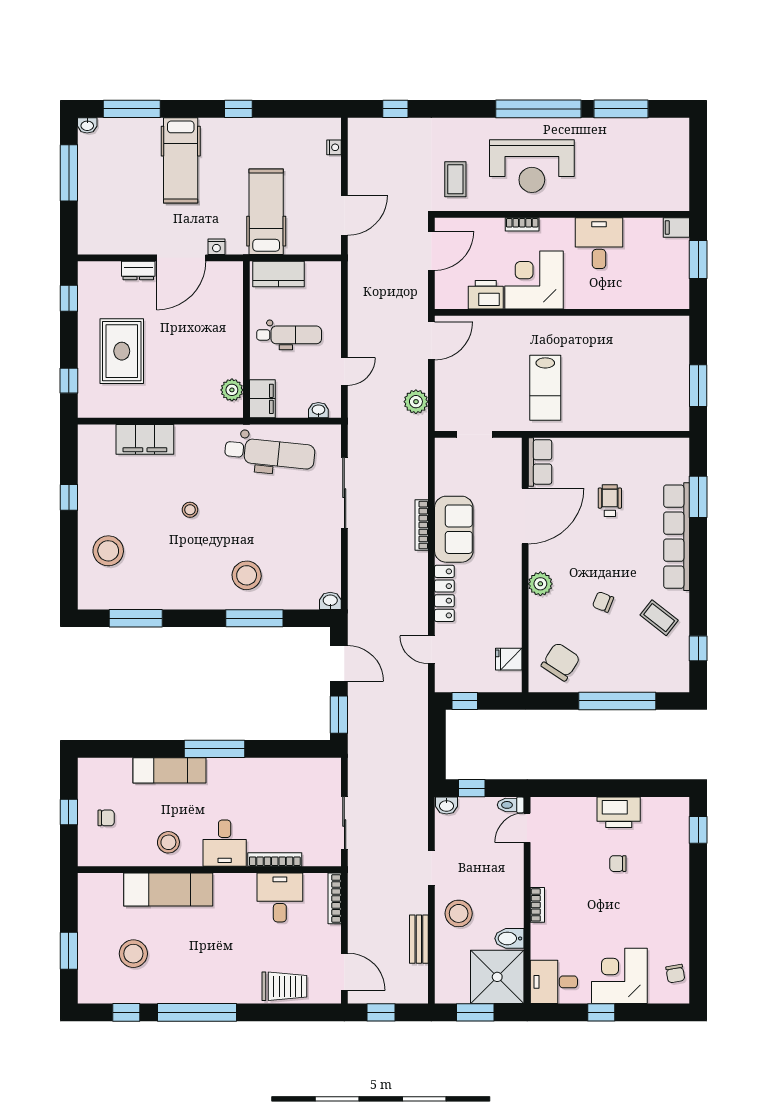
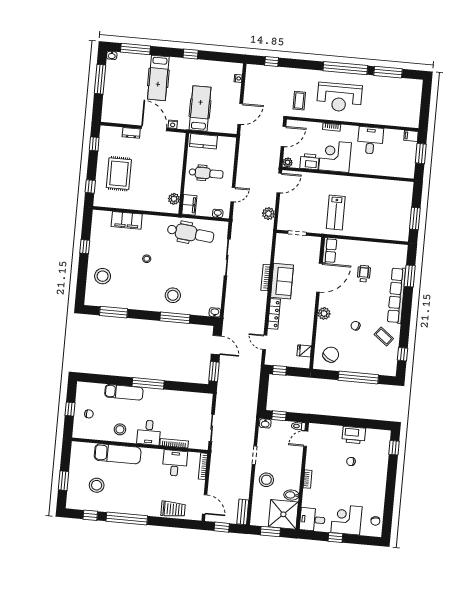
door: (181, 258) -> (154, 128), swing flipped
plant: (444, 300) -> (288, 162), added
bench: (419, 939) -> (243, 512), moved

